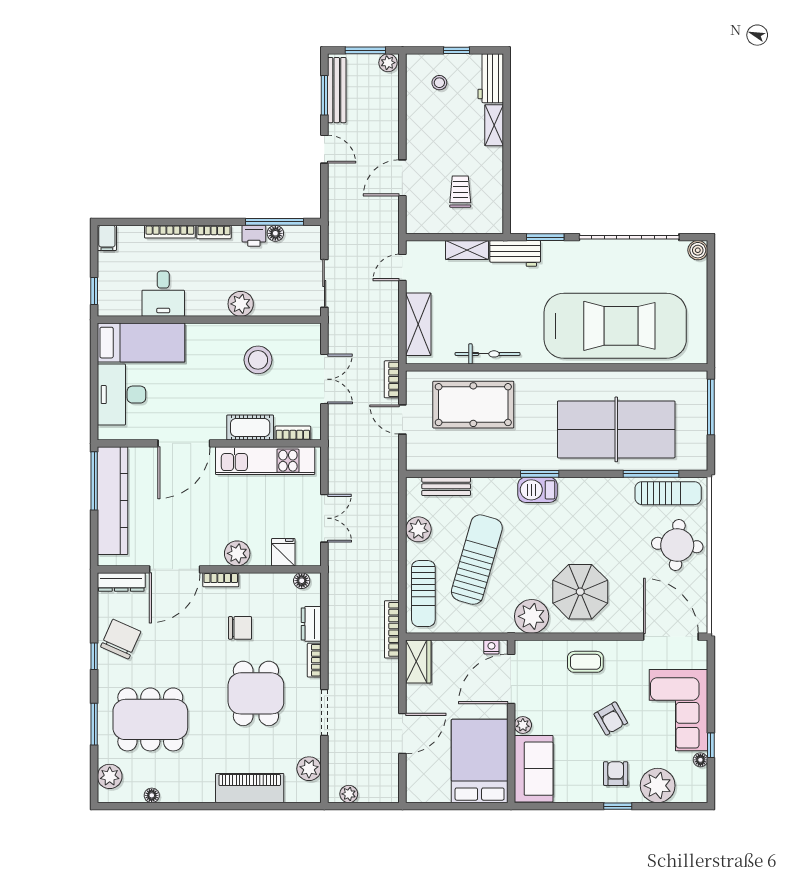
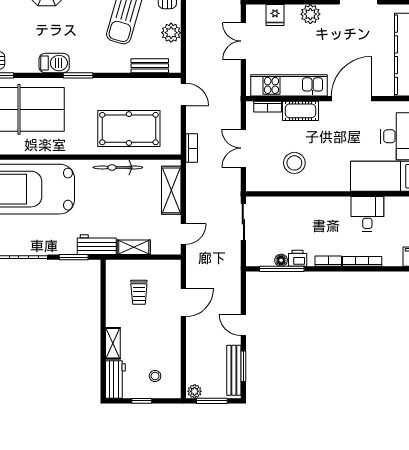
plant: (241, 304) -> (308, 206), removed
door: (402, 420) -> (183, 94), moved
barbecue: (538, 490) -> (54, 63), moved

